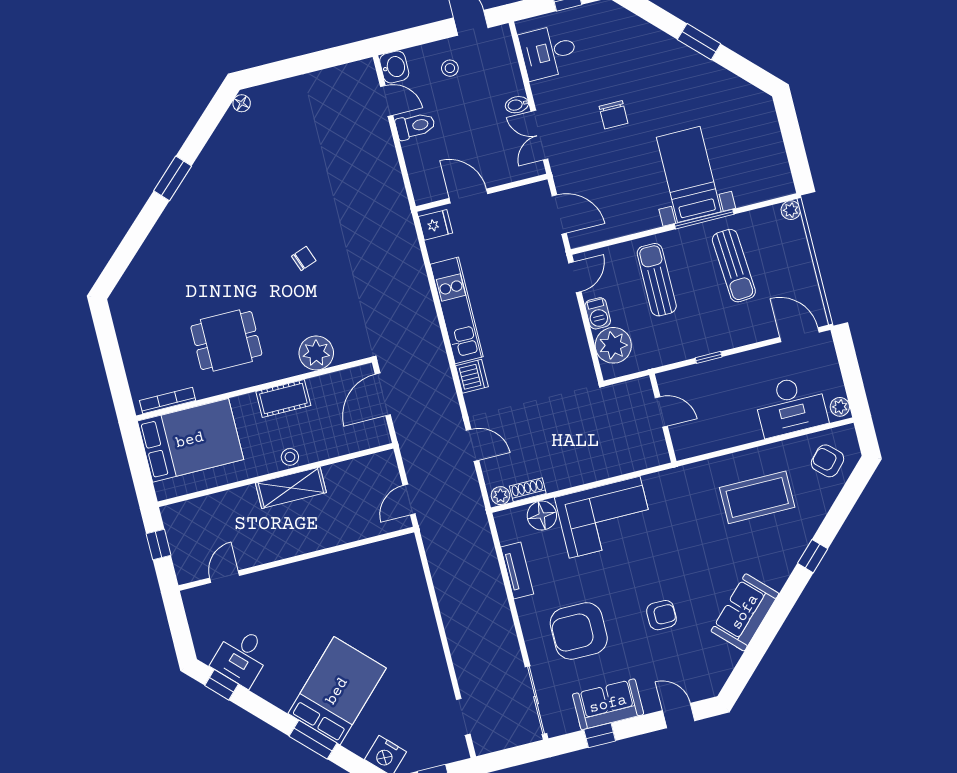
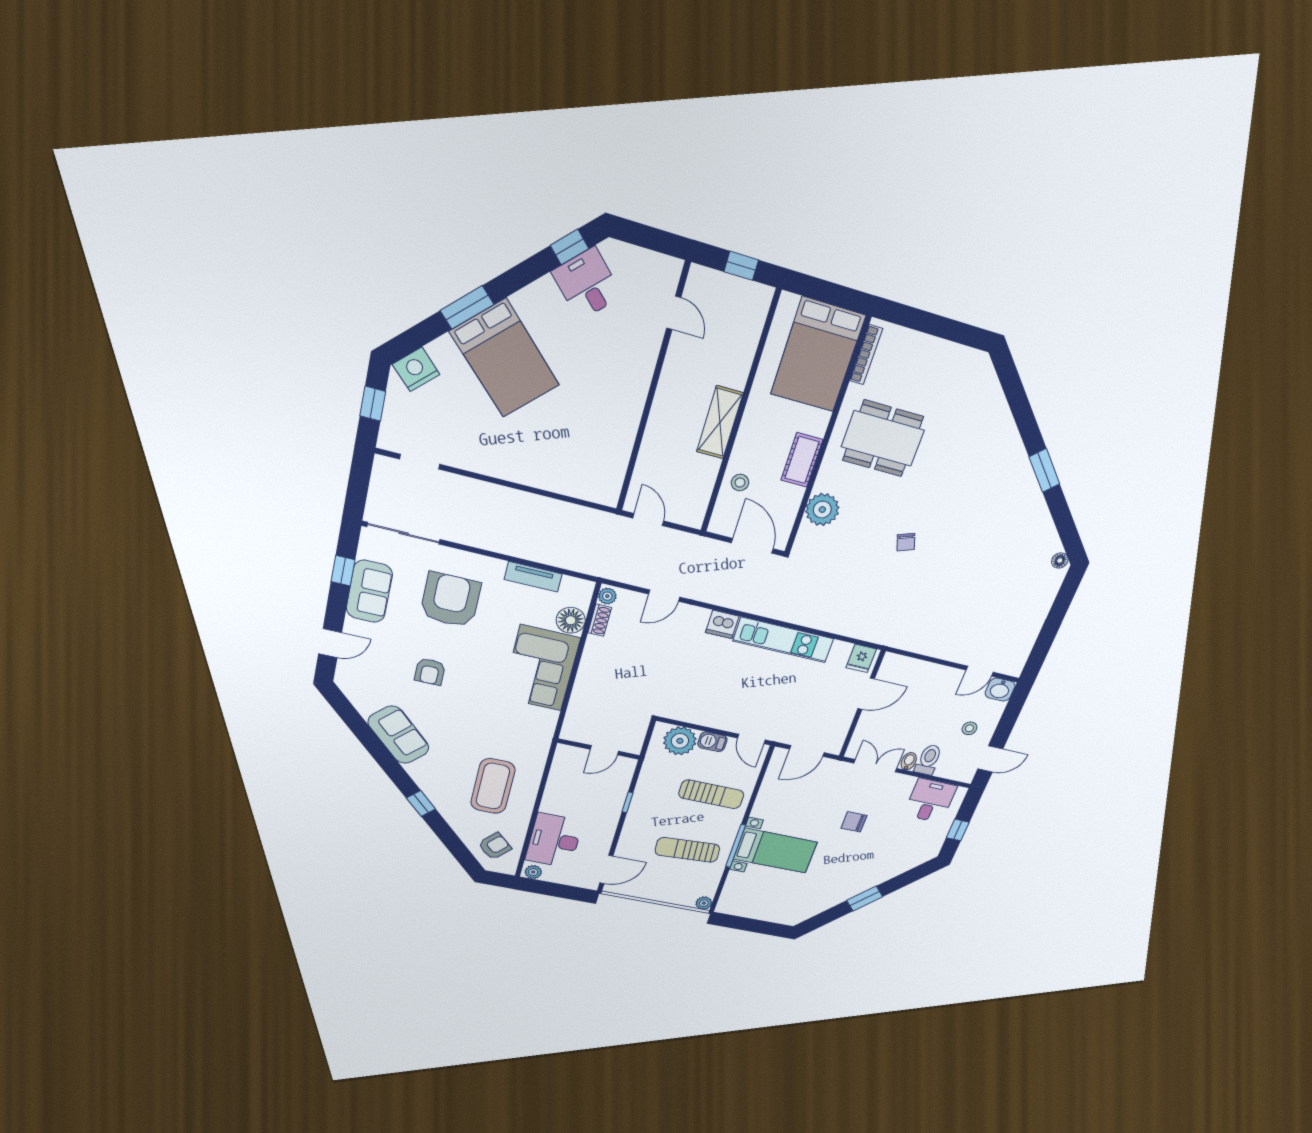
toilet: (415, 126) -> (928, 760), moved, turned 180
dining table: (226, 340) -> (883, 439), width x1.38
stool: (290, 457) -> (740, 483), moved

